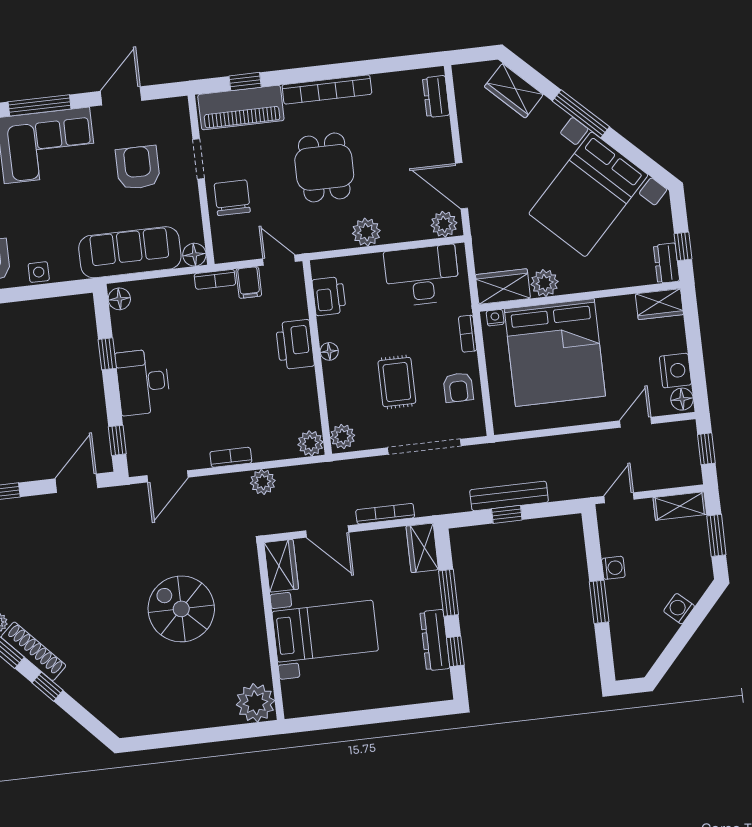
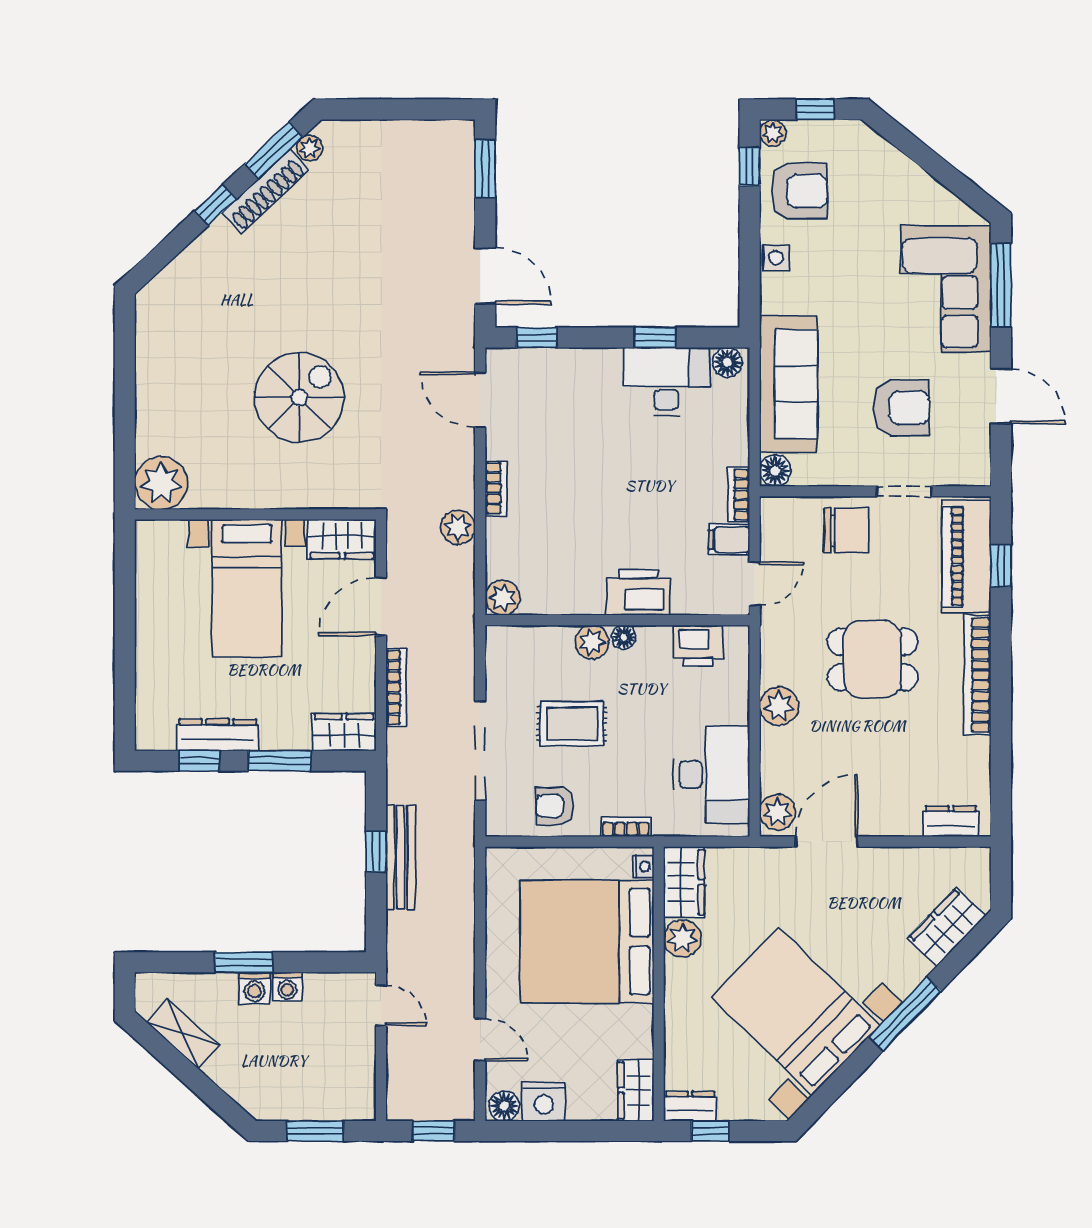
desk: (143, 382) -> (667, 381), moved
plant: (343, 437) -> (592, 642), moved
shelving: (680, 506) -> (182, 1034), moved, turned -48
washing machine: (679, 609) -> (254, 988), moved, turned 138

